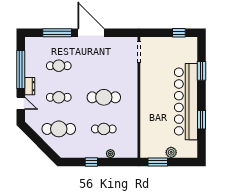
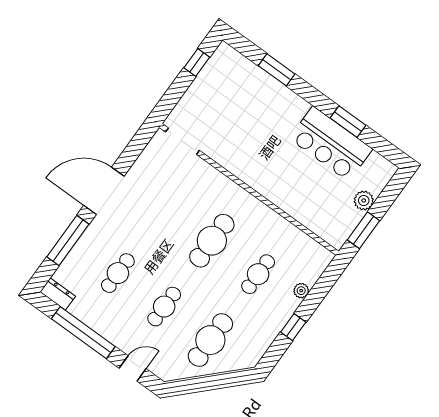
dresser: (30, 86) -> (58, 294), moved
bar counter: (186, 102) -> (331, 144), width x0.54

